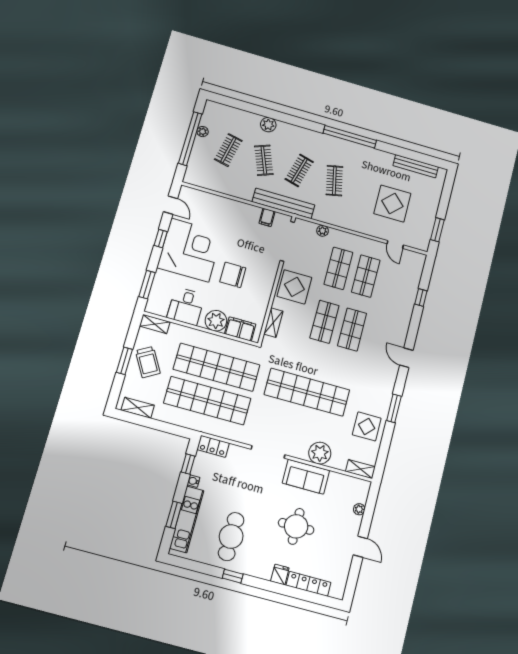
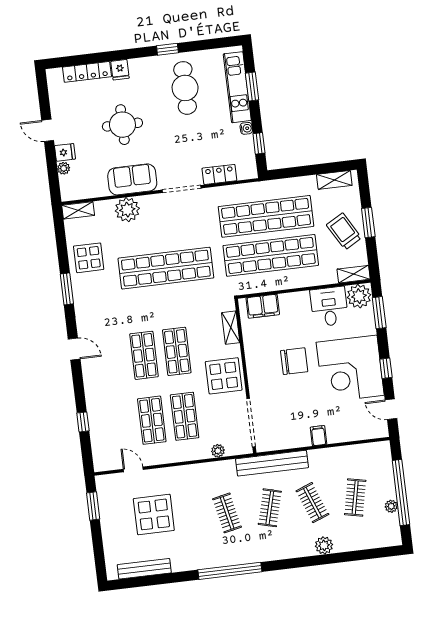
filing cabinet: (267, 217) -> (319, 436), moved
plant: (216, 321) -> (359, 296), moved
locker: (213, 446) -> (219, 174), moved
fridge: (353, 522) -> (65, 152), added

